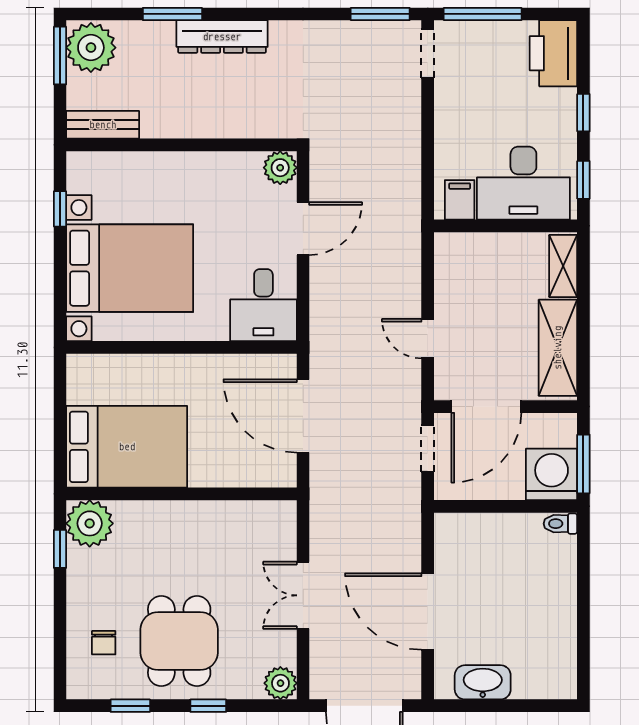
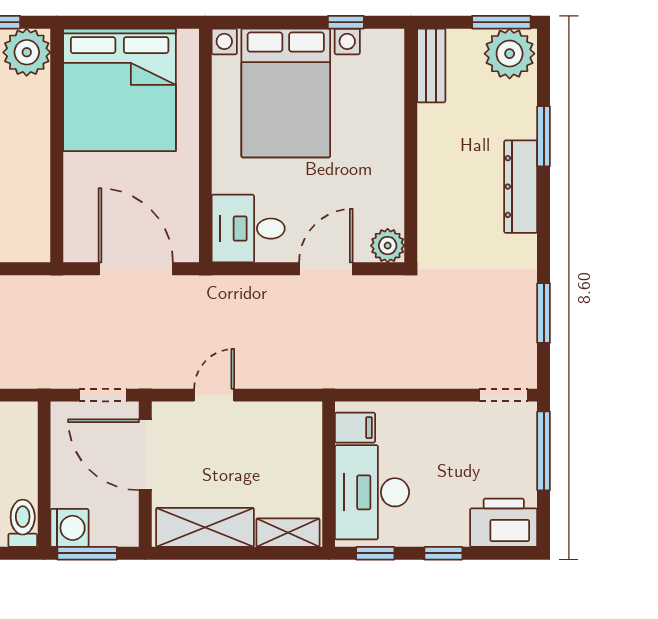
window: (380, 14) -> (544, 313), moved
door: (303, 229) -> (326, 269), swing flipped
door: (303, 416) -> (136, 269), hinge flipped
bed: (127, 447) -> (120, 90), width x1.36
washing machine: (552, 474) -> (69, 528), width x0.73, depth x0.73
toilet: (560, 524) -> (23, 523), width x1.37, depth x1.39

